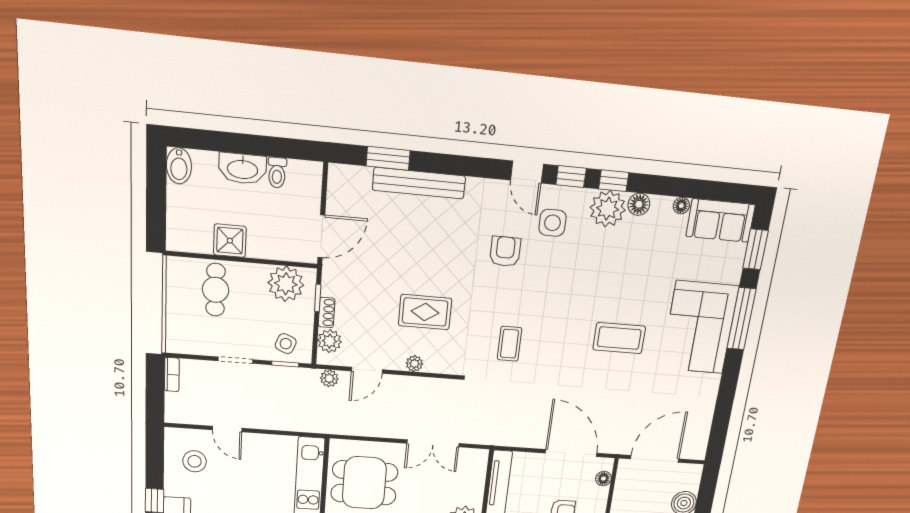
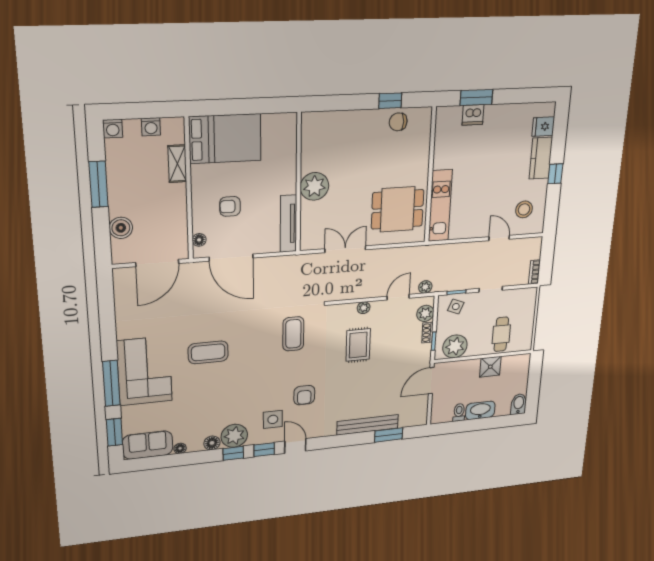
rug: (425, 312) -> (358, 345), turned 90
coffee table: (510, 344) -> (293, 334), width x1.36, depth x1.30

